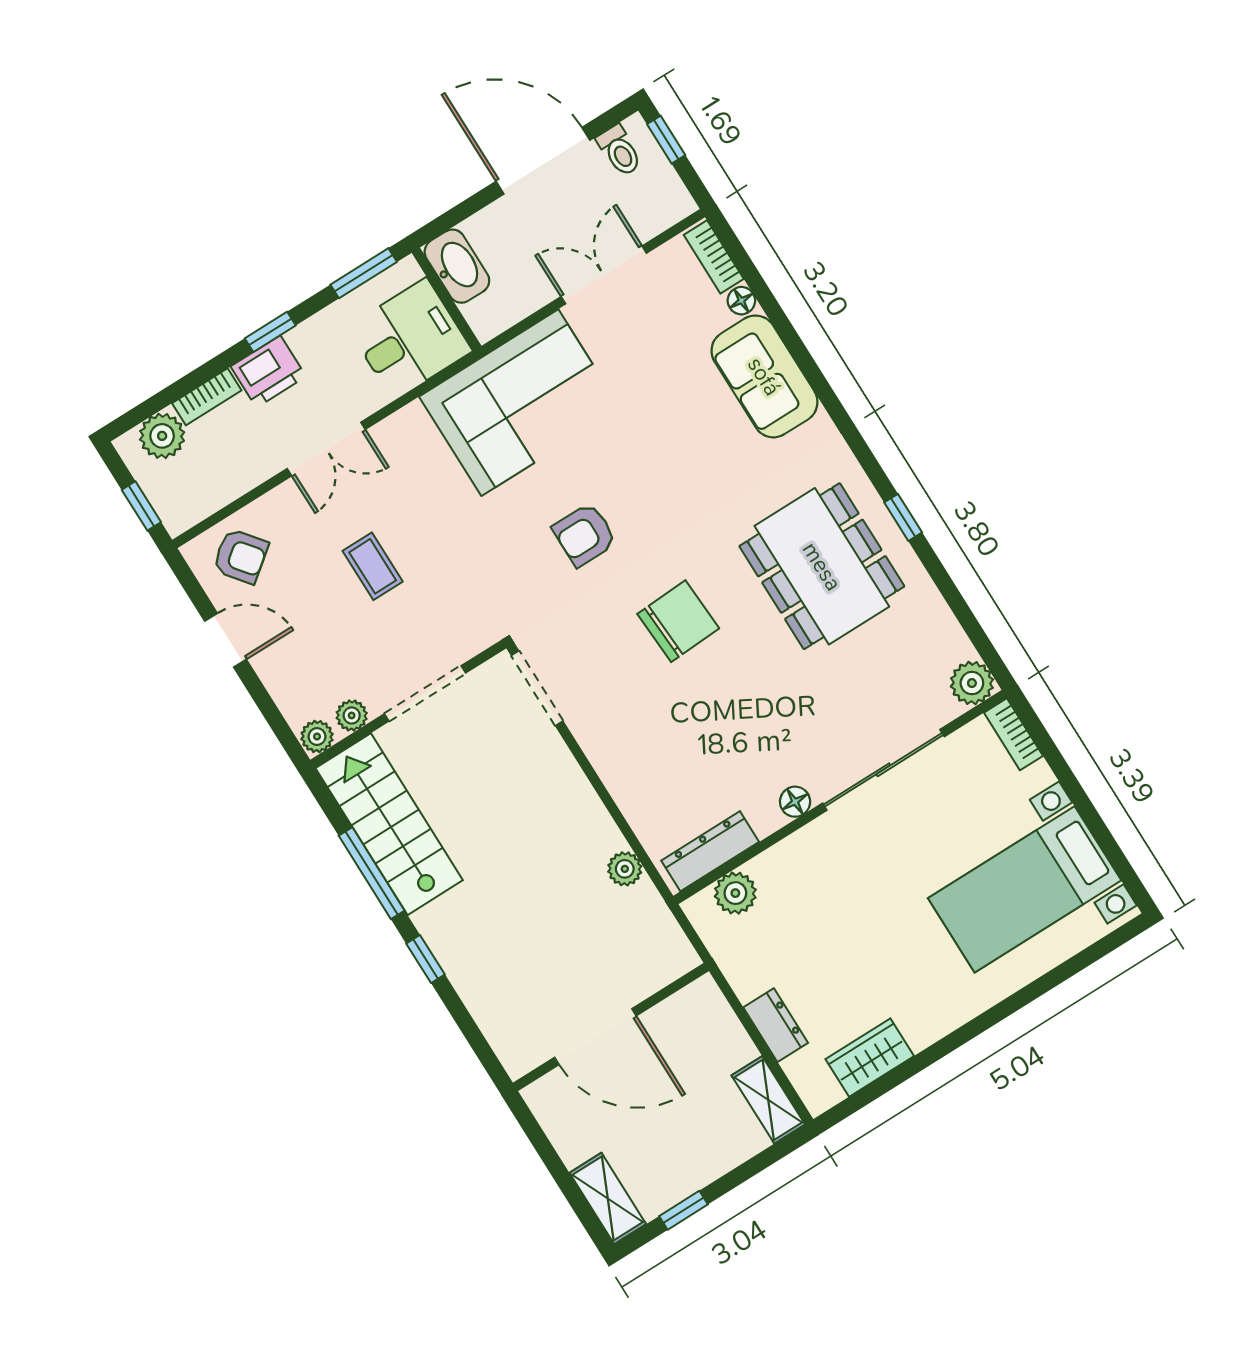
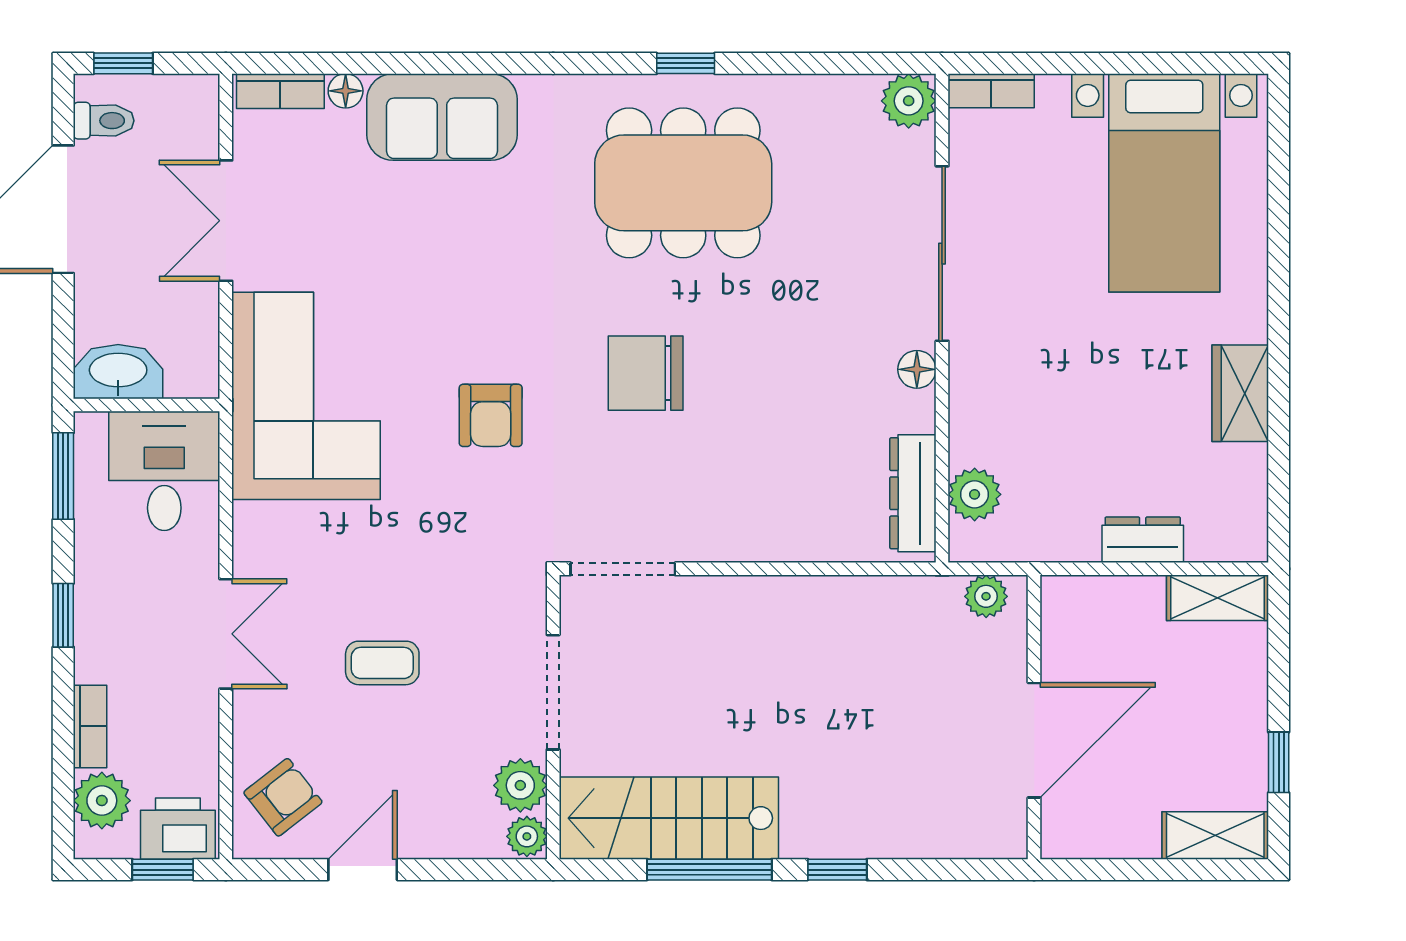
printer: (268, 371) -> (178, 829), moved, turned -90
chair: (678, 621) -> (646, 373), turned -87
plant: (352, 715) -> (520, 785), width x1.38, depth x1.38
plant: (625, 869) -> (986, 596), moved
wardrobe: (870, 1058) -> (1240, 393), moved

